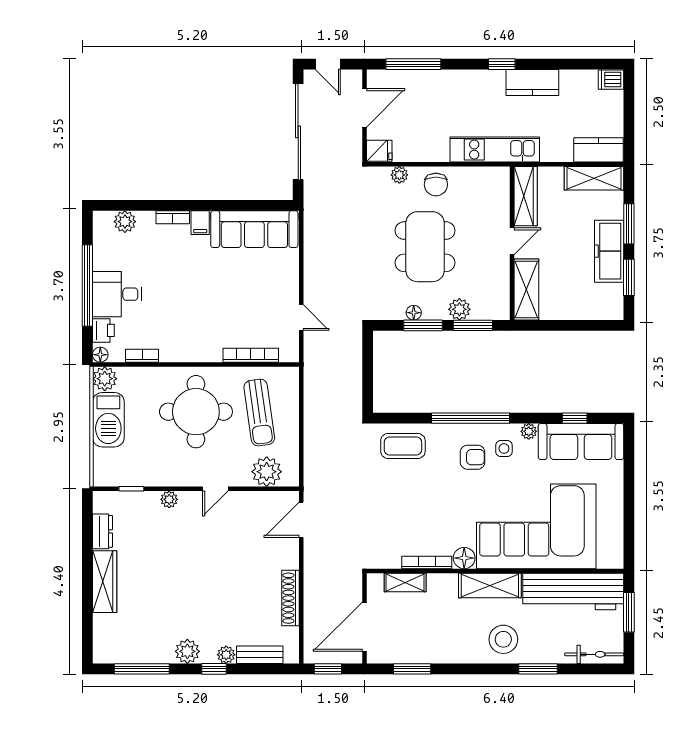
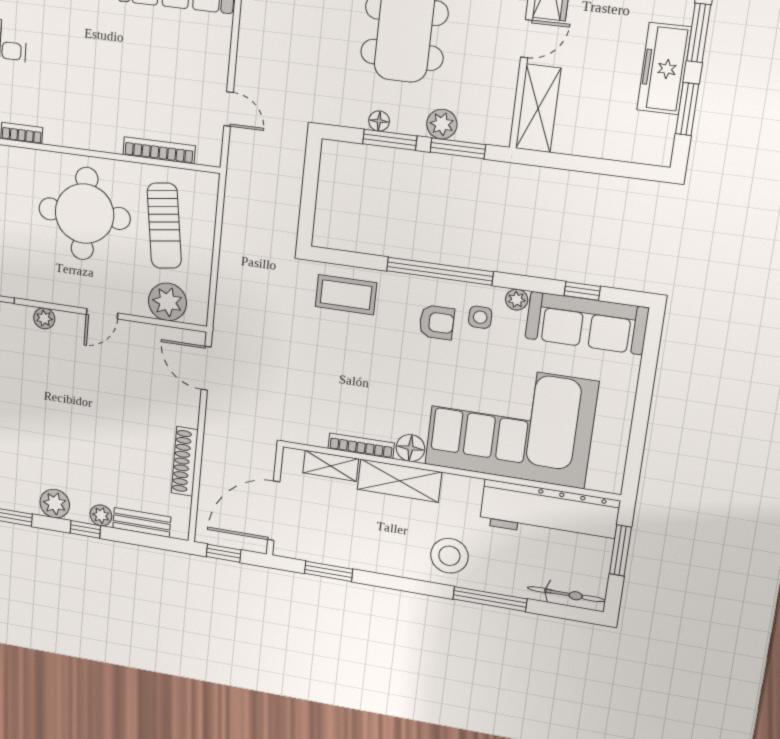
door: (301, 520) -> (206, 368), hinge flipped
shelving: (490, 585) -> (399, 481), moved
window: (538, 669) -> (490, 599), width x1.44

